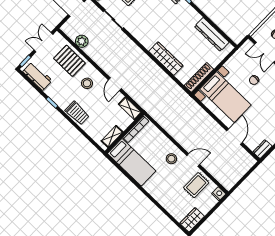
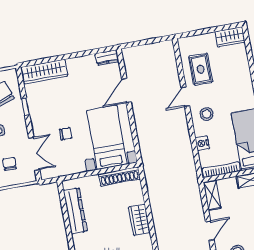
wardrobe: (166, 59) -> (139, 220), width x0.67
door: (193, 160) -> (185, 97), hinge flipped
rug: (196, 185) -> (201, 69), turned 90
nightstand: (219, 194) -> (202, 143), moved

